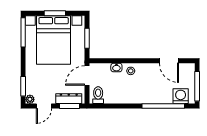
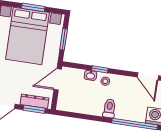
window: (124, 61) -> (100, 69), added
toilet: (98, 95) -> (109, 108), moved

